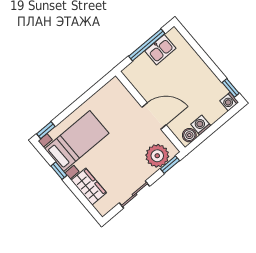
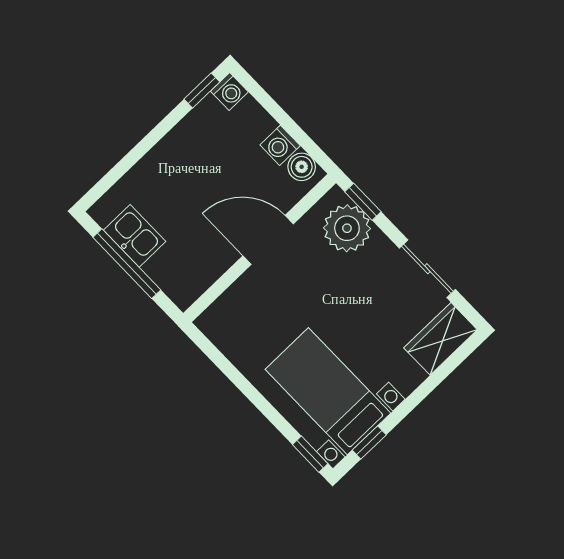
door: (154, 116) -> (268, 240), hinge flipped
window: (59, 171) -> (369, 442), moved
wardrobe: (89, 187) -> (441, 339), moved

